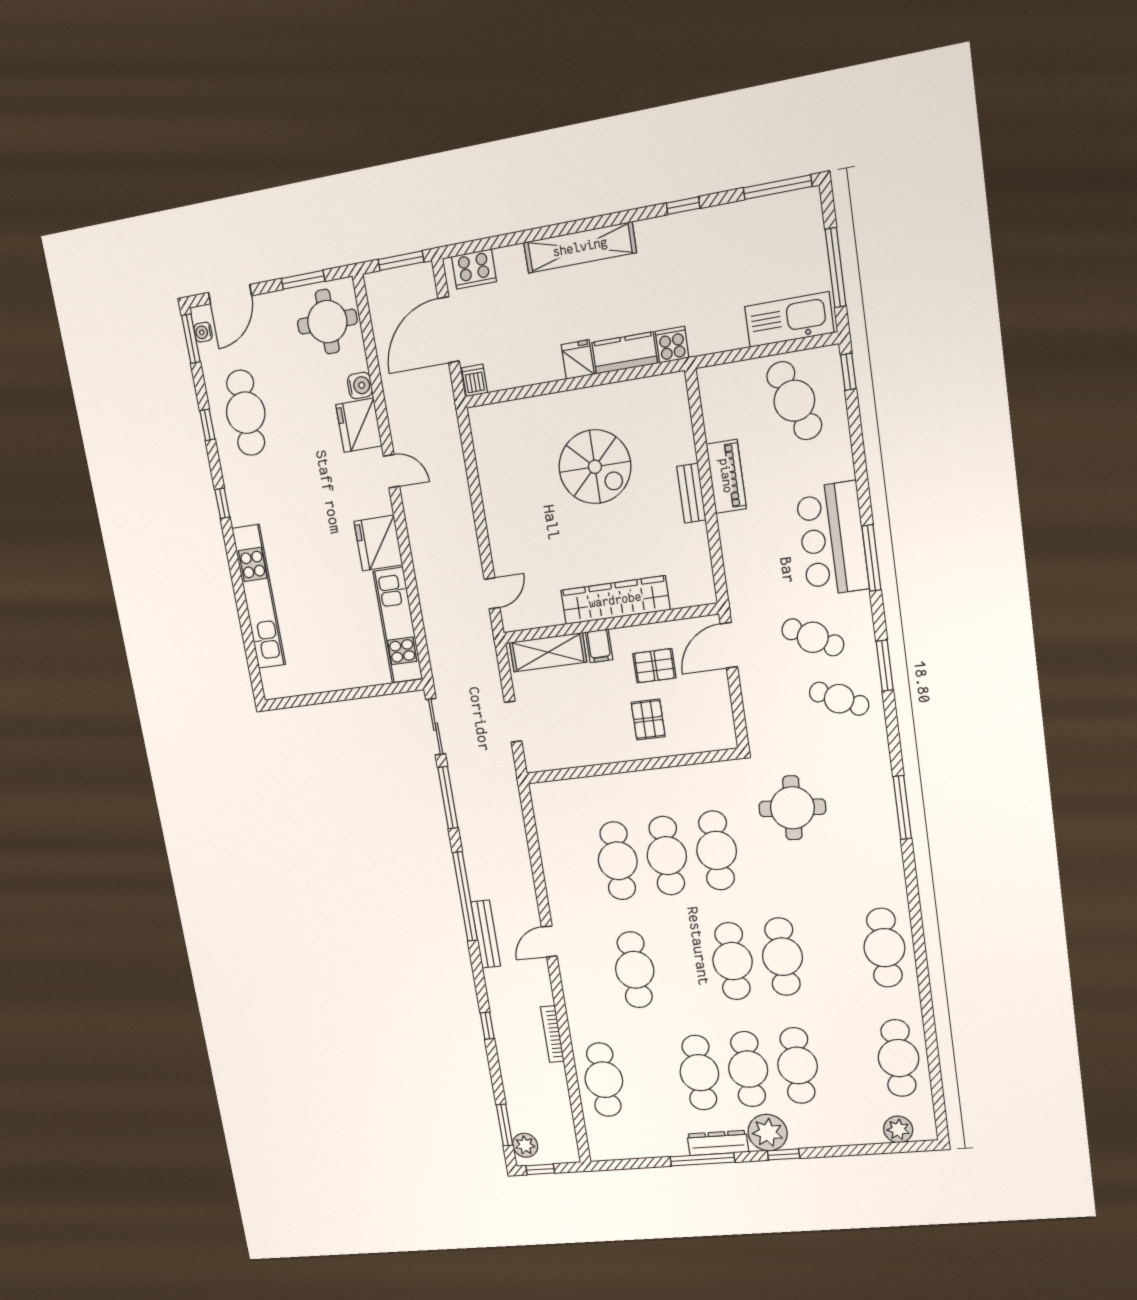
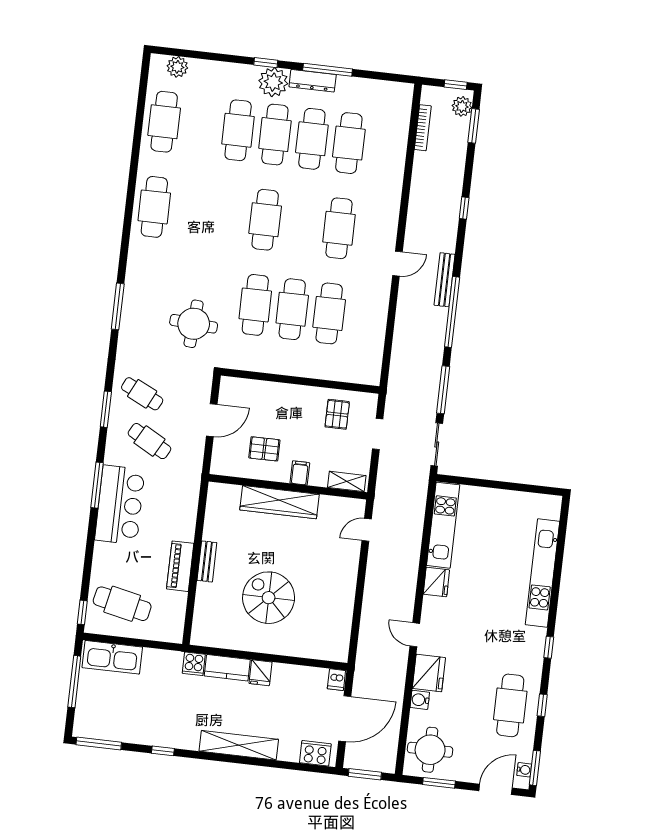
cafe table: (794, 401) -> (122, 604), turned -58
fridge: (378, 543) -> (436, 582), width x0.73, depth x0.75
door: (729, 645) -> (212, 420), moved
shelving: (548, 652) -> (347, 481), width x0.67, depth x0.75
pallet: (648, 719) -> (337, 414), moved
cafe table: (782, 957) -> (228, 215), removed
bookcase: (552, 1034) -> (423, 128), moved
cafe table: (604, 1080) -> (349, 143), moved

